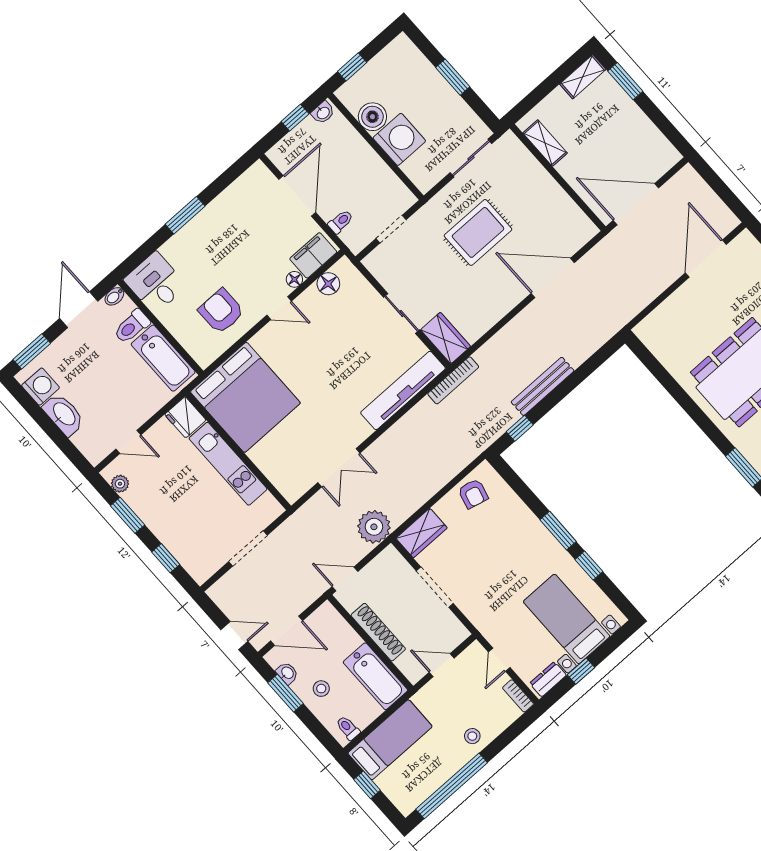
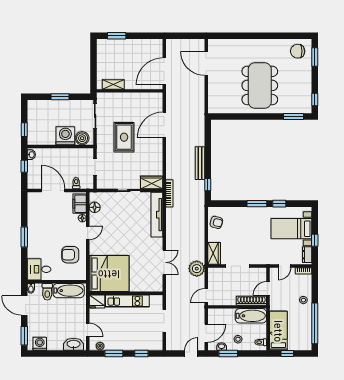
shelving: (583, 77) -> (101, 50), removed
boiler: (372, 117) -> (82, 138), moved
washbasin: (64, 414) -> (74, 344), moved
door: (128, 442) -> (88, 330), hinge flipped
shoe rack: (378, 632) -> (251, 301), moved
door: (499, 660) -> (284, 266), hinge flipped

